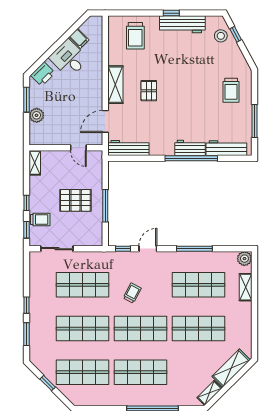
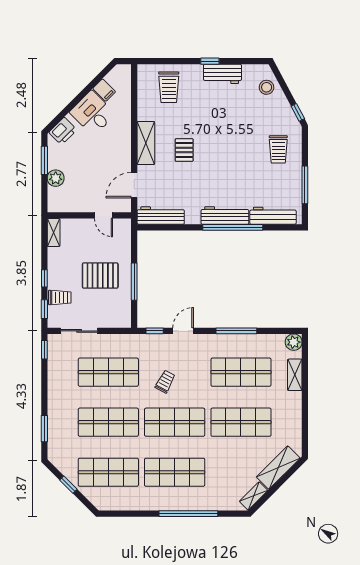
workbench: (182, 24) -> (222, 74), width x0.73
window: (236, 34) -> (298, 112), moved
workbench: (190, 148) -> (225, 215), width x1.38
window: (27, 305) -> (44, 350), moved

